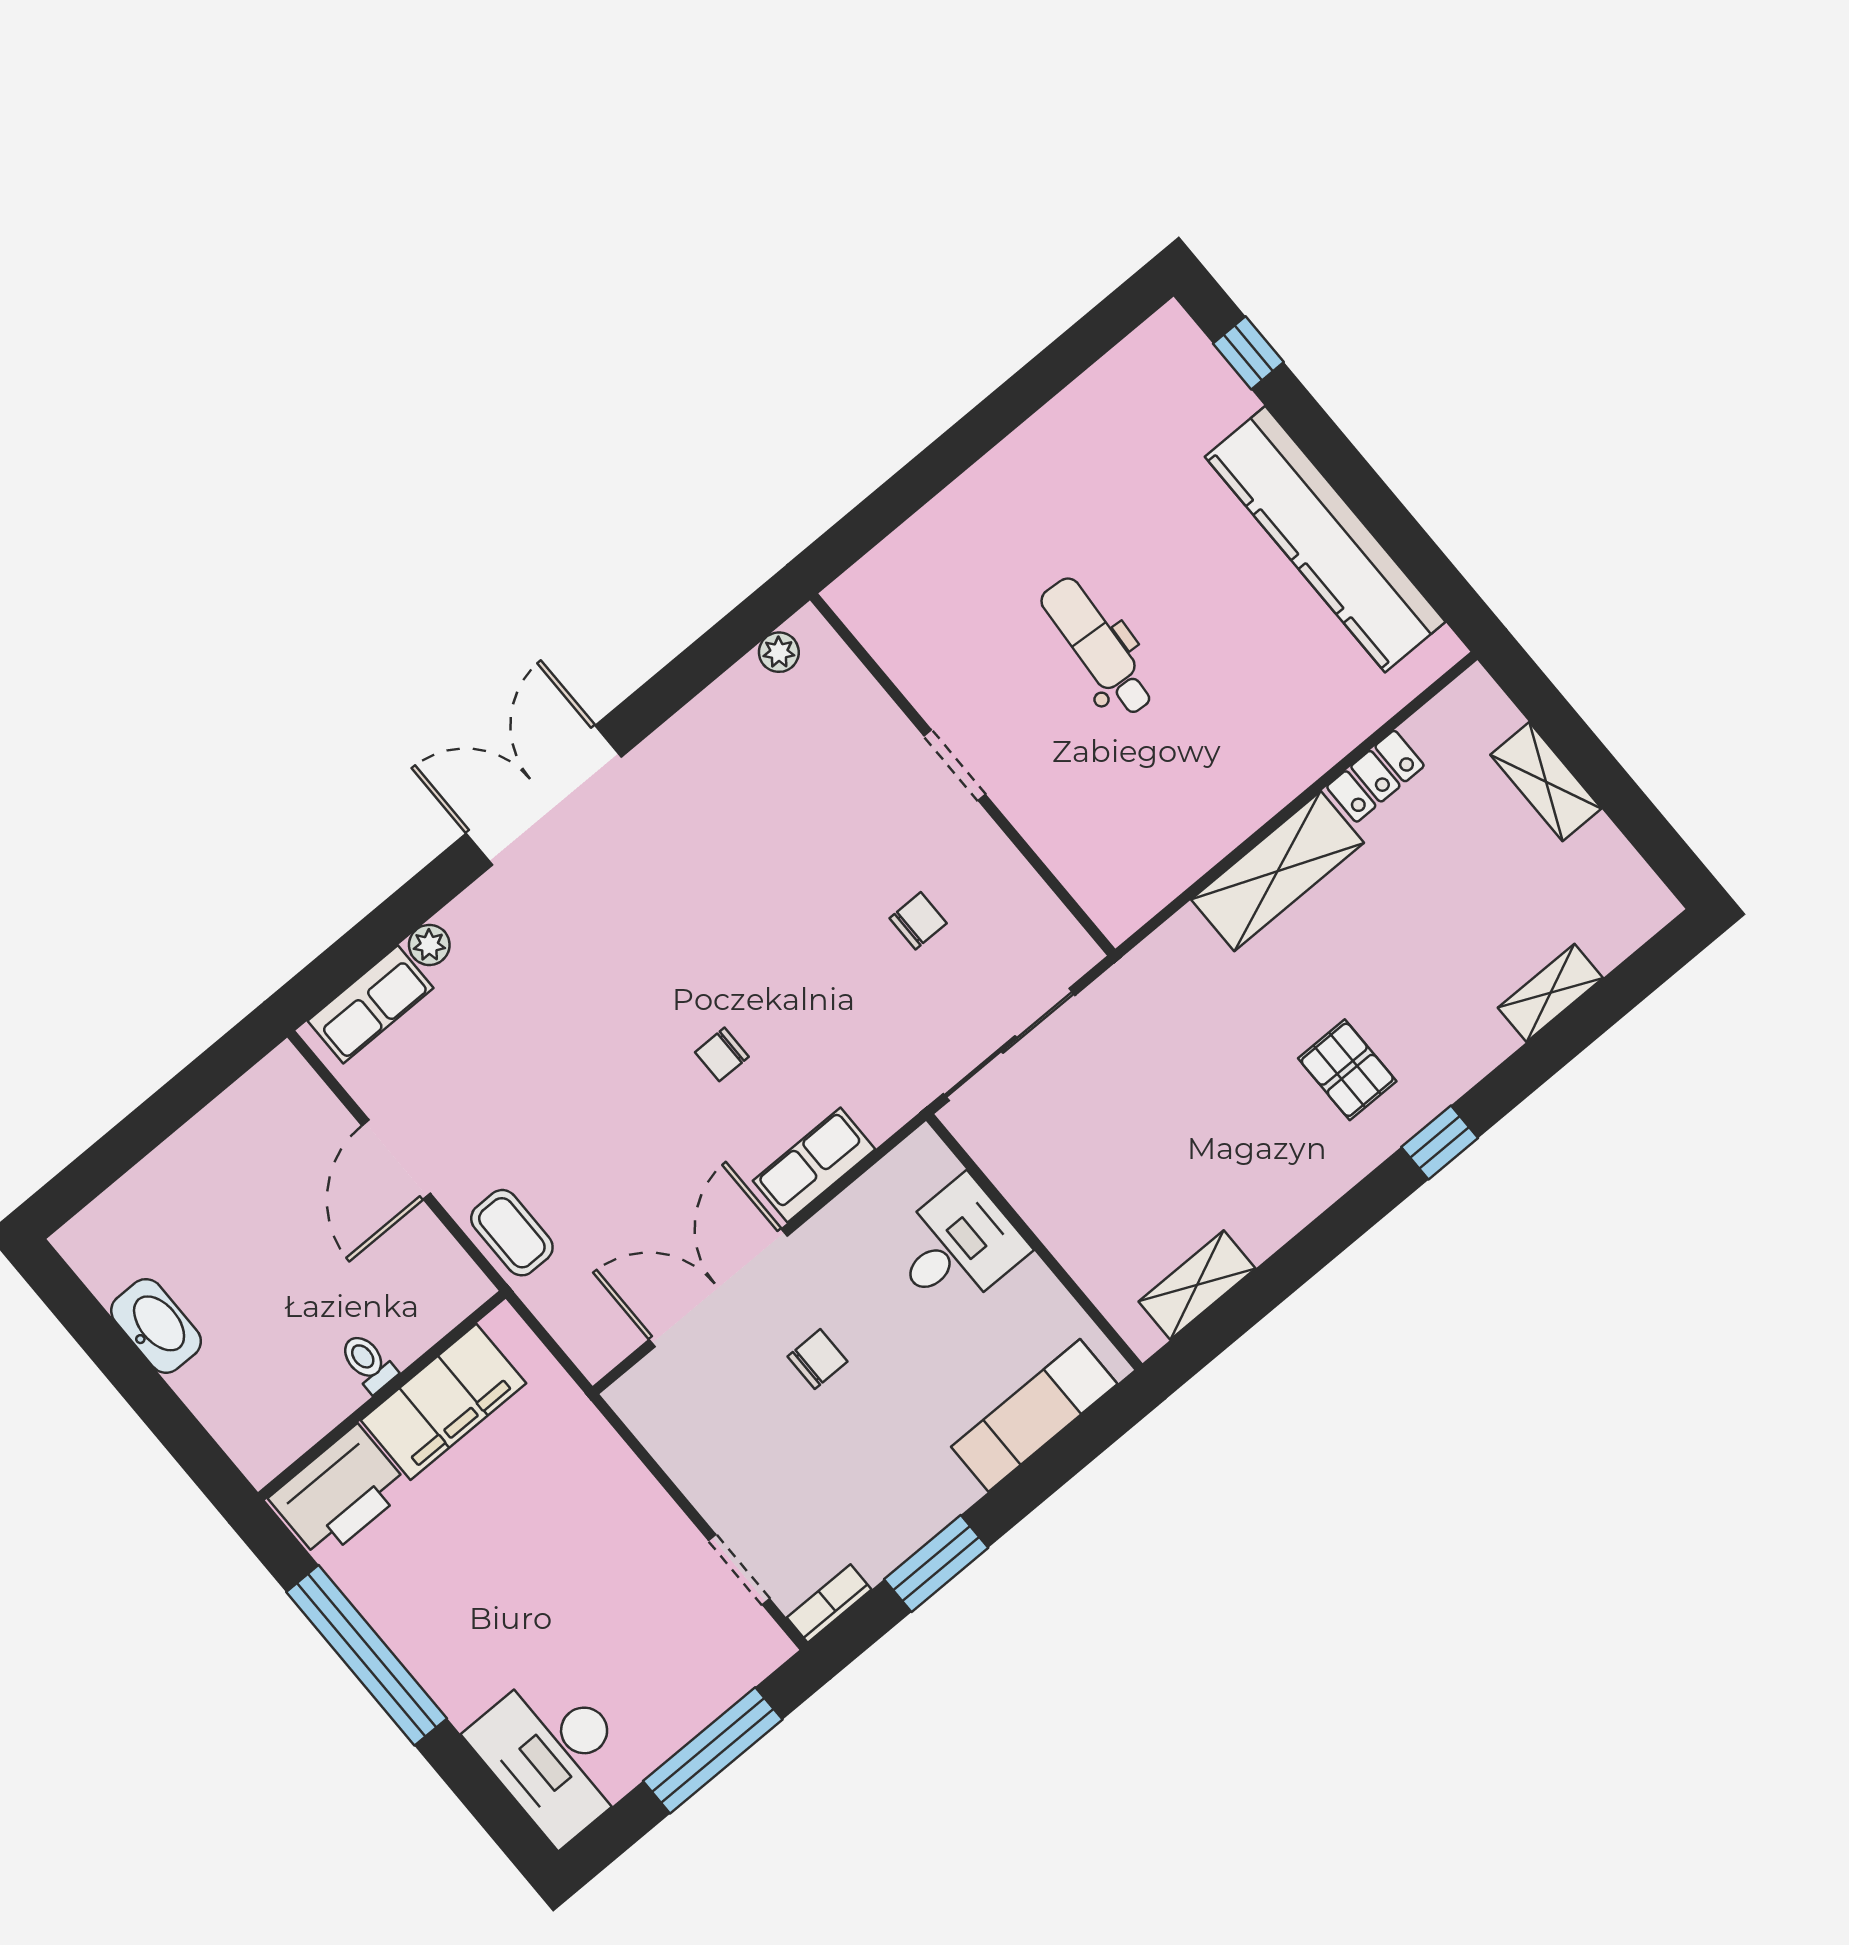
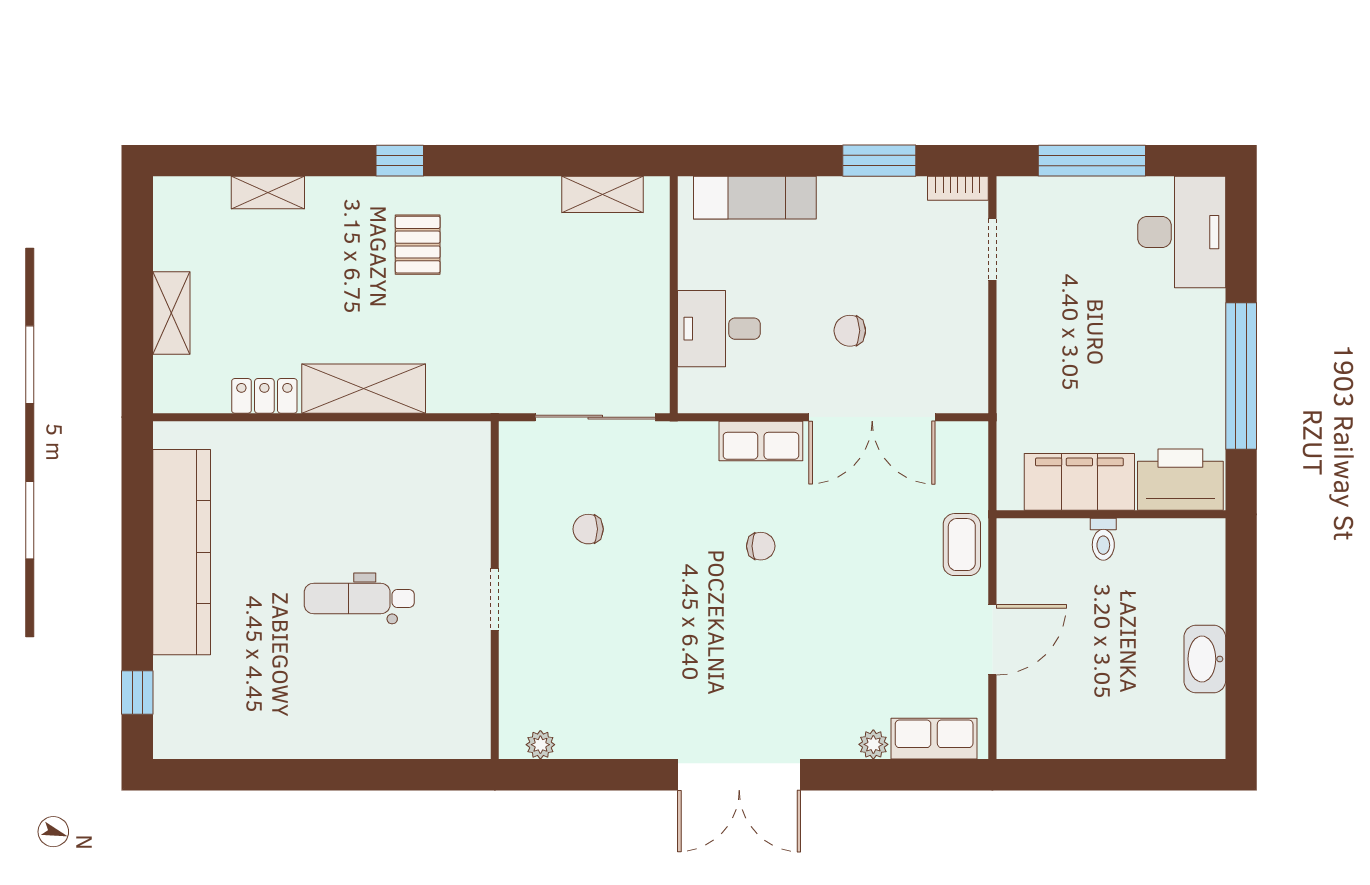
dental chair: (1098, 647) -> (359, 598), turned 86

